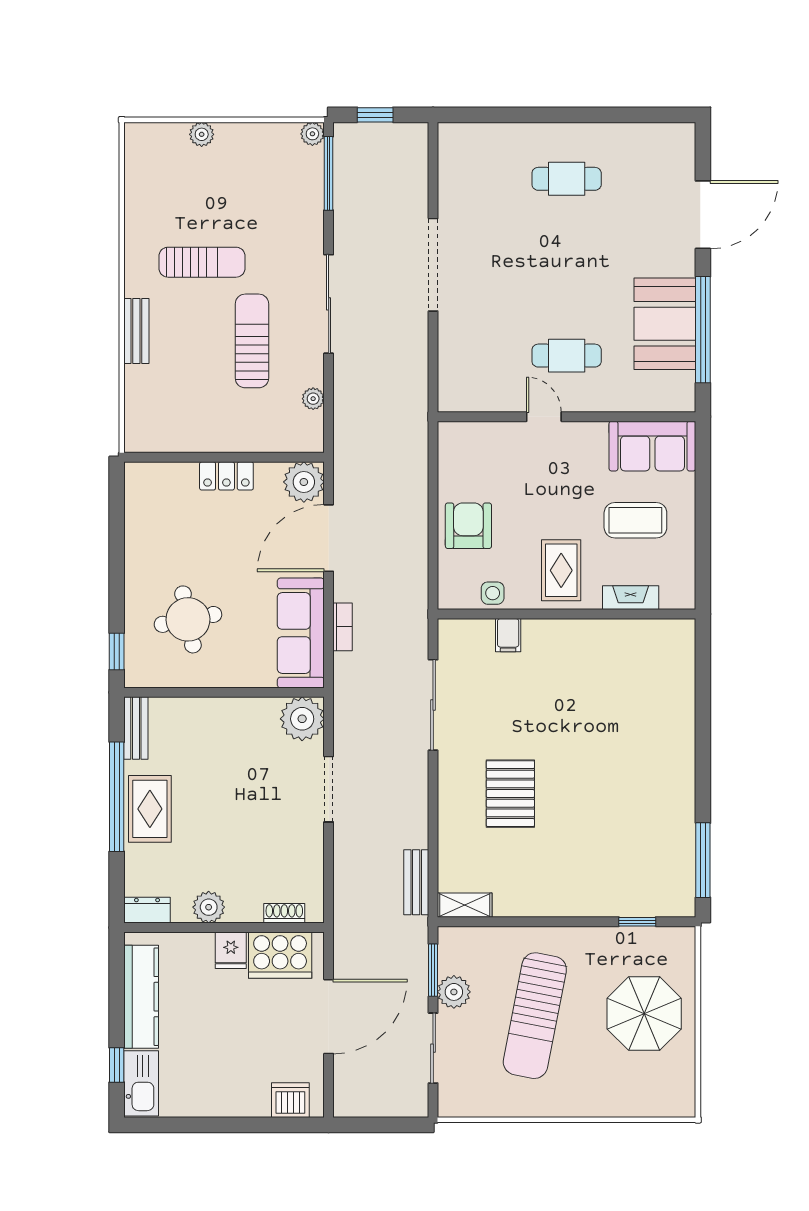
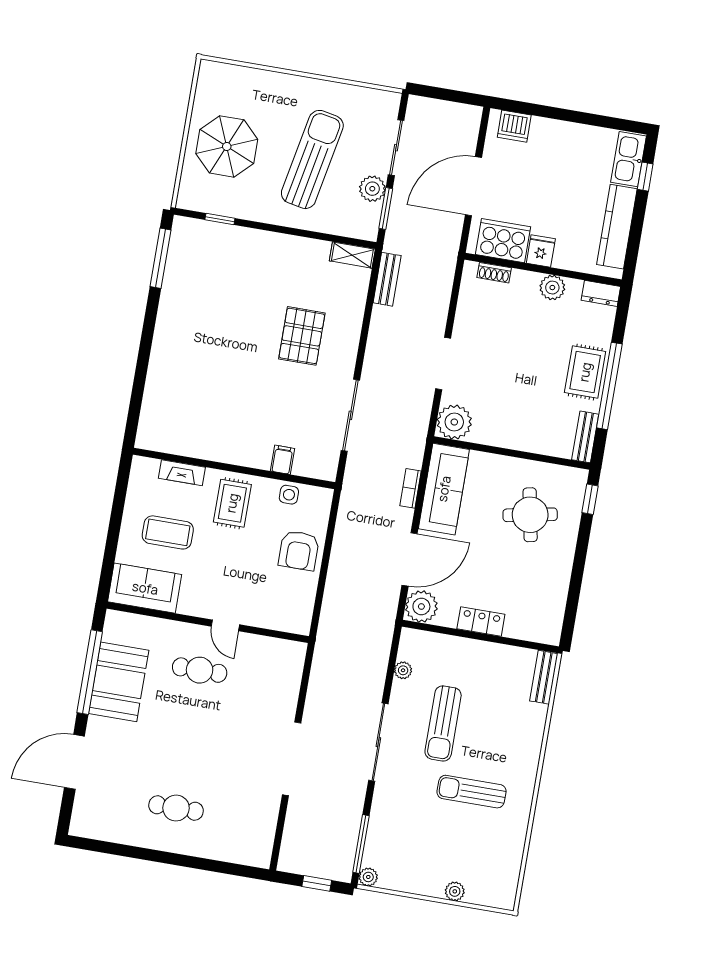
bench: (136, 331) -> (544, 677), moved

